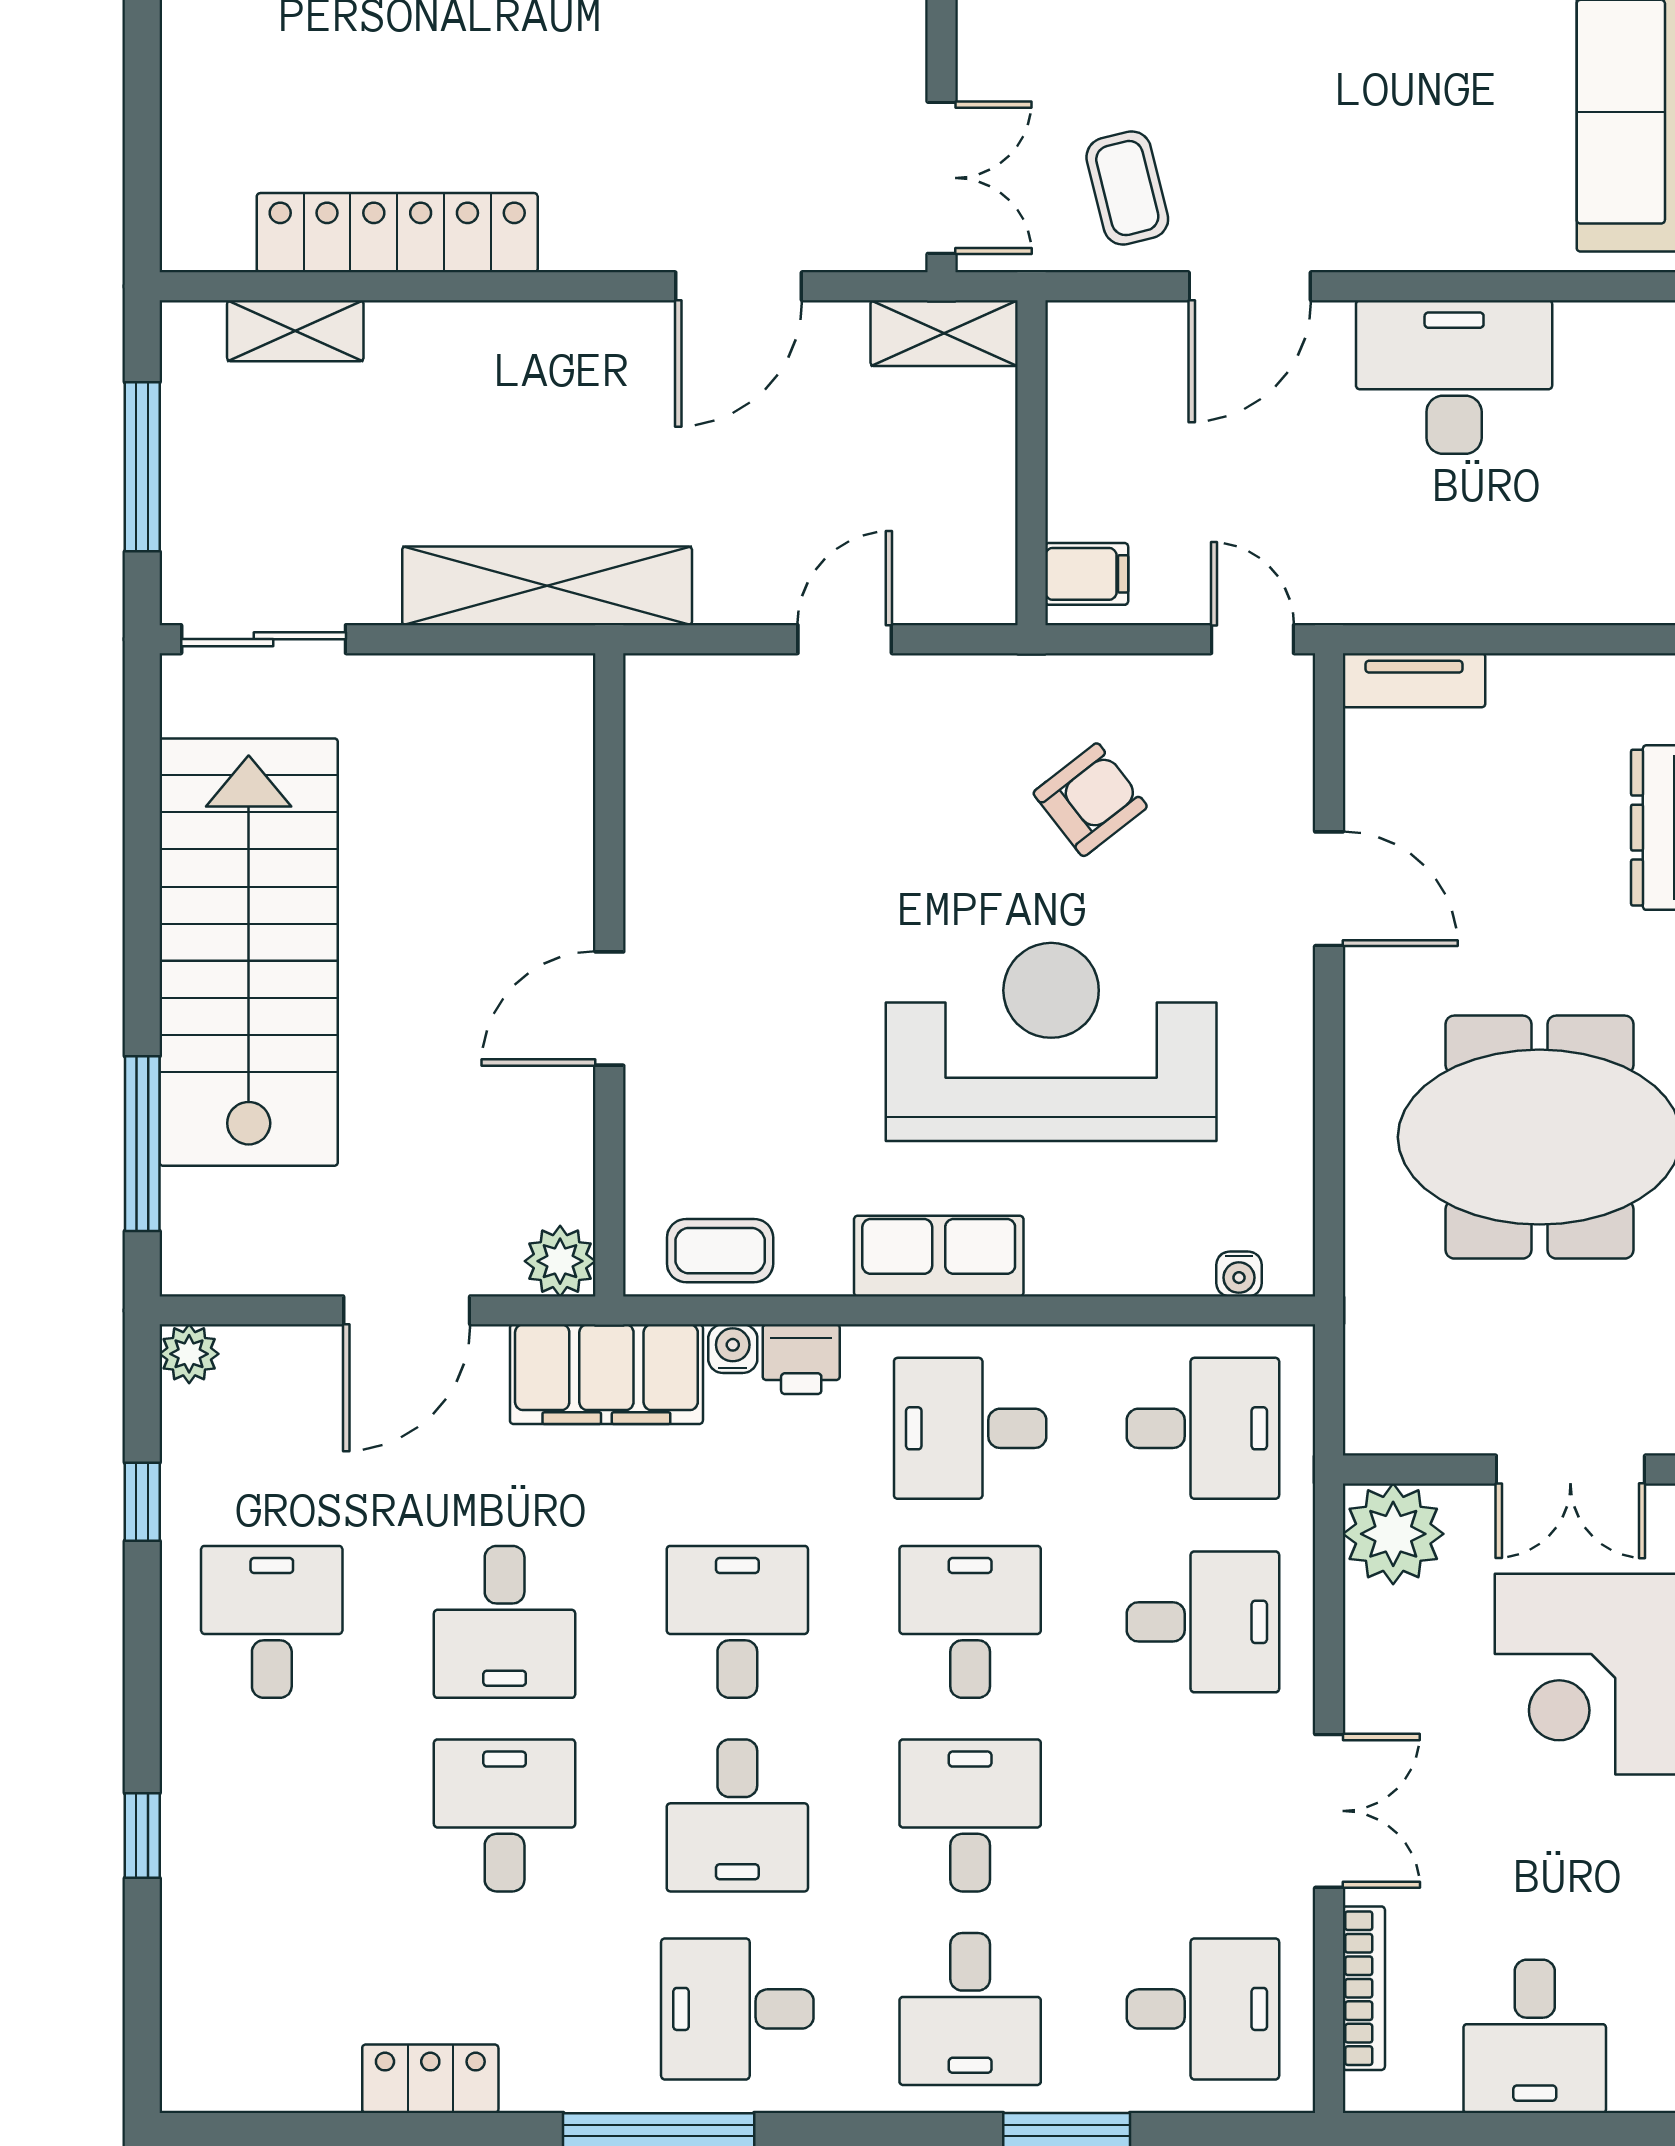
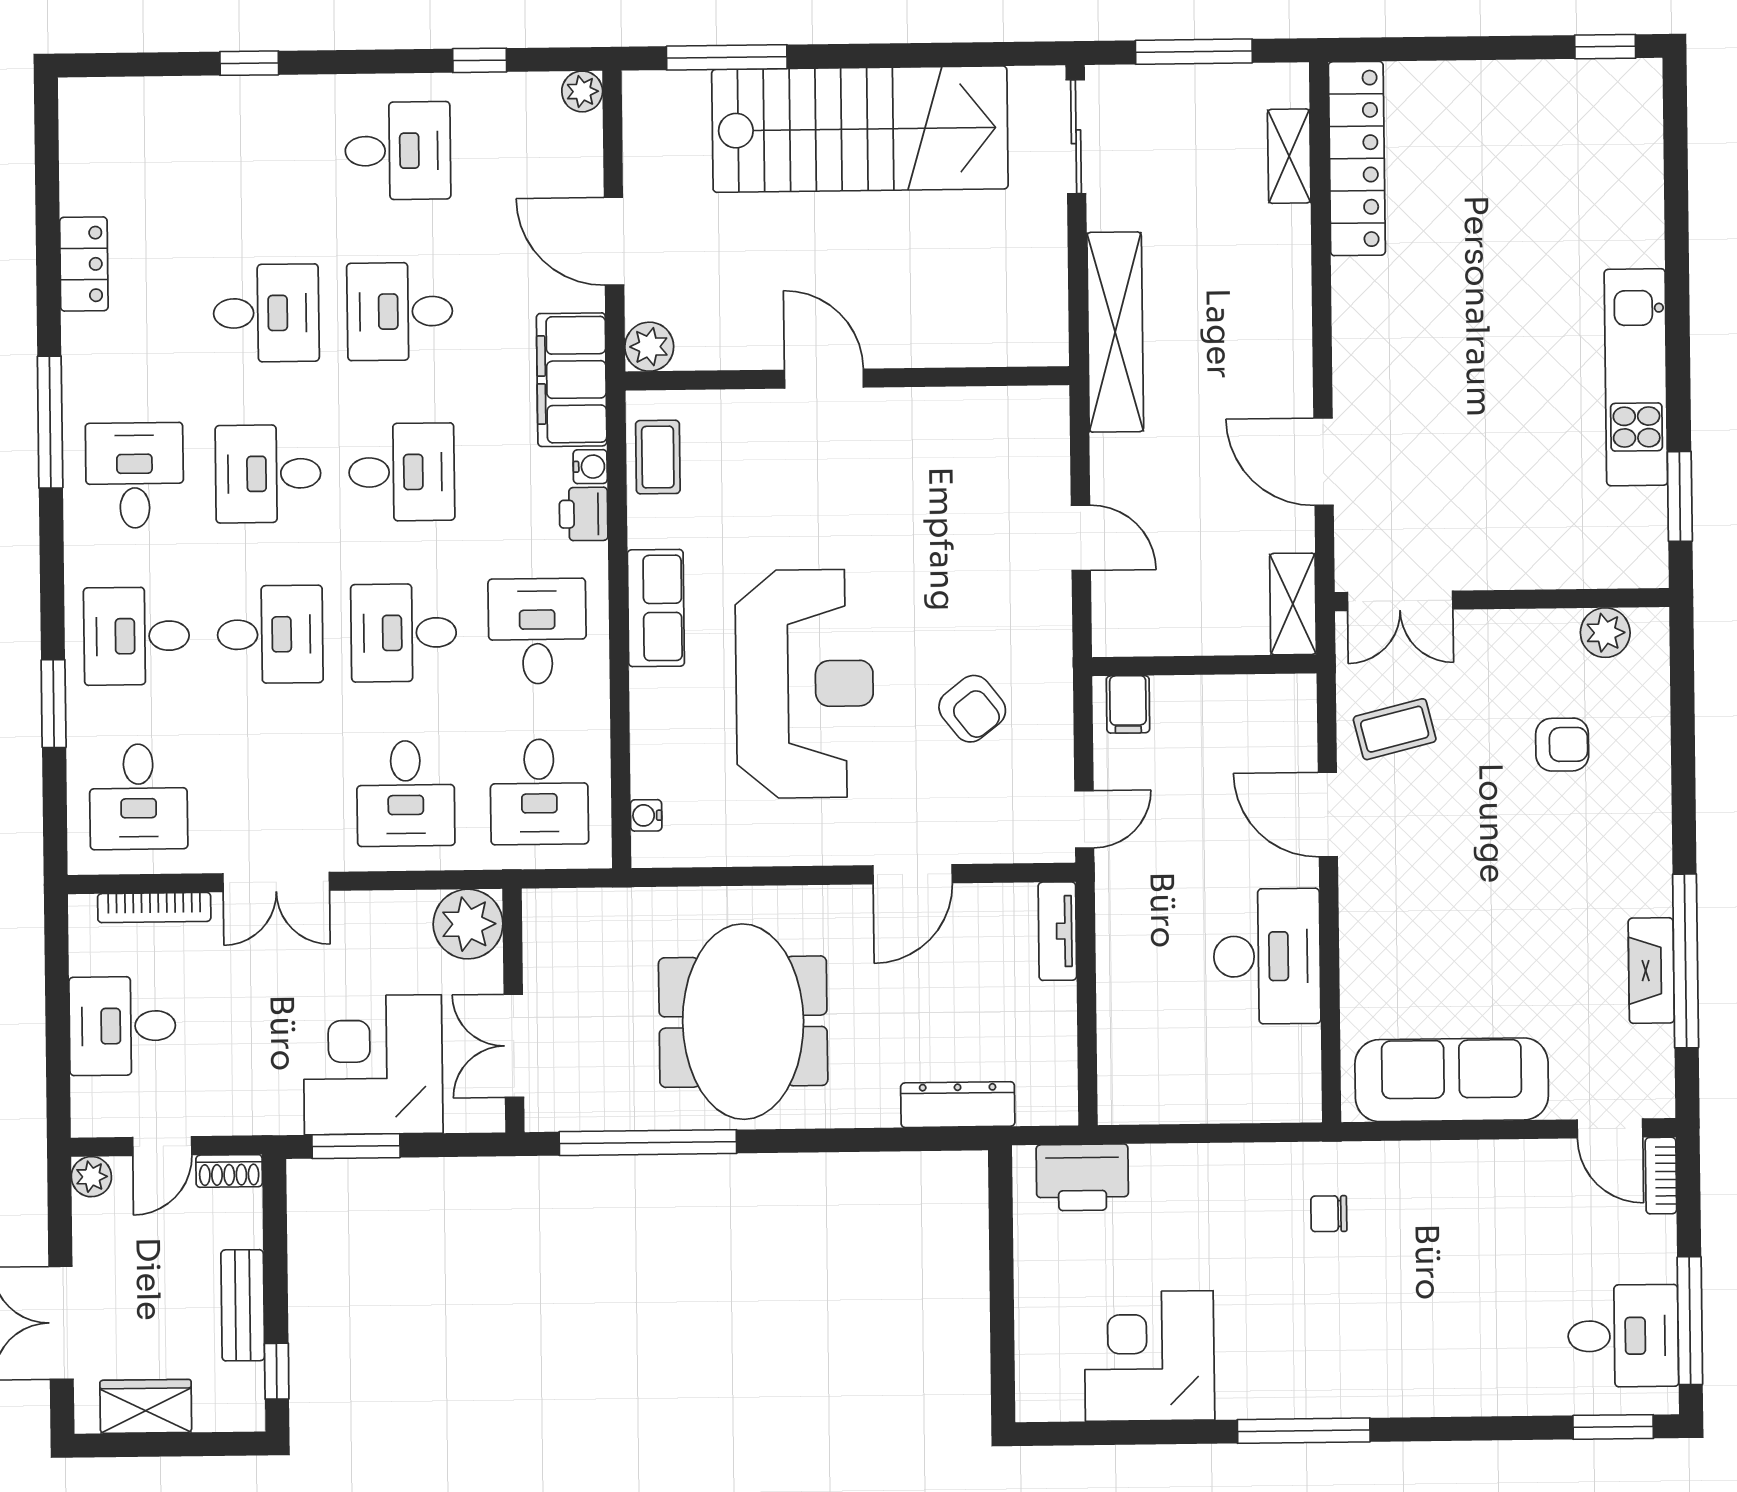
locker: (397, 233) -> (1357, 159), moved
desk: (970, 1622) -> (404, 633), turned 180

